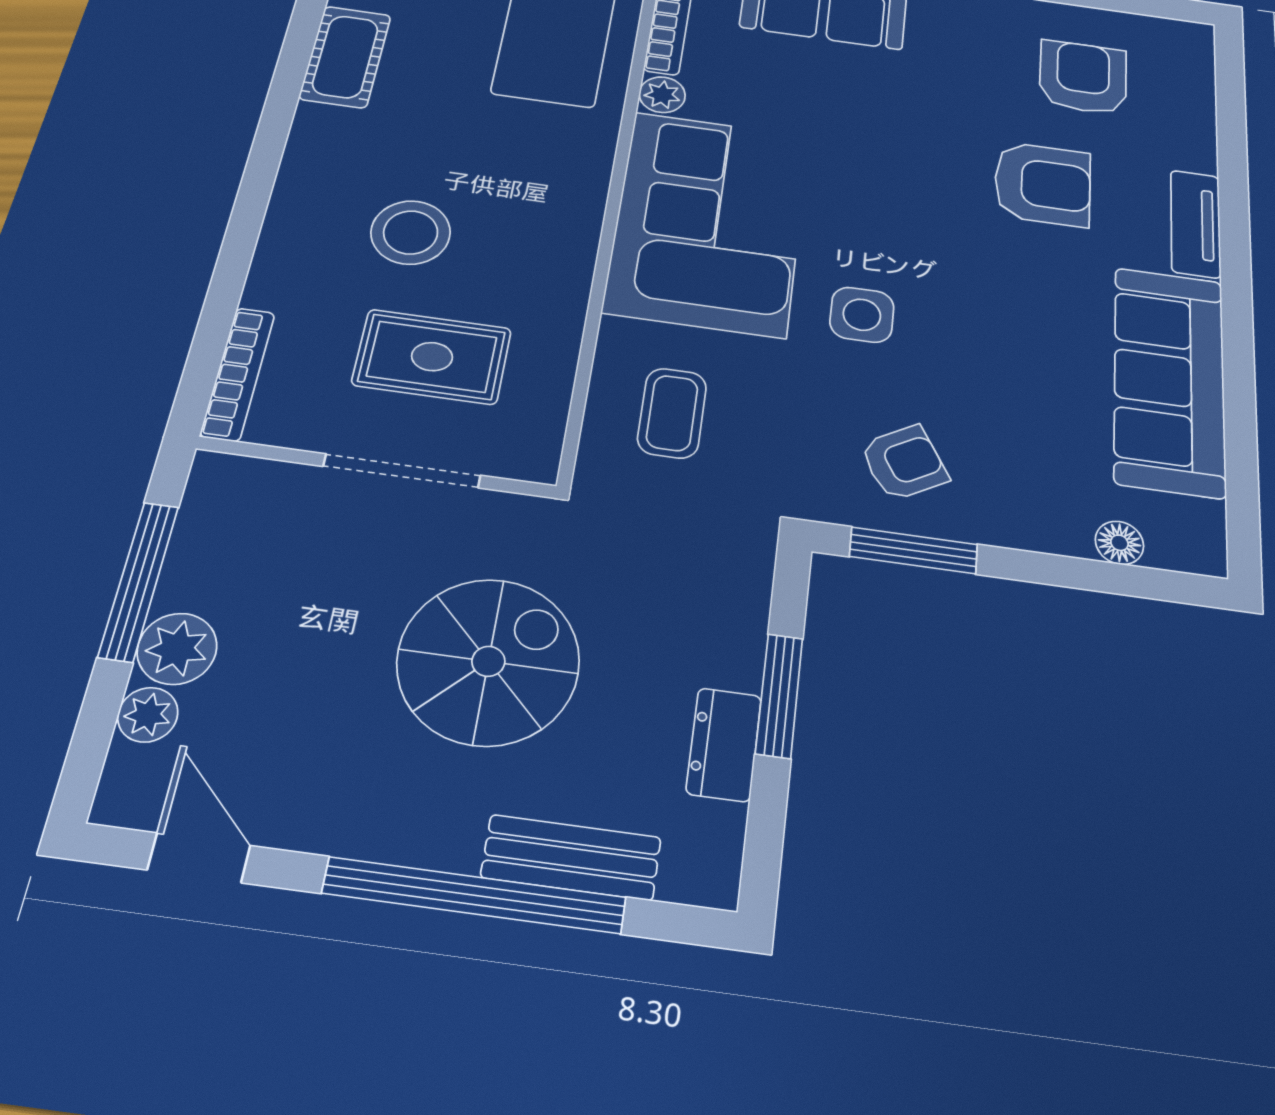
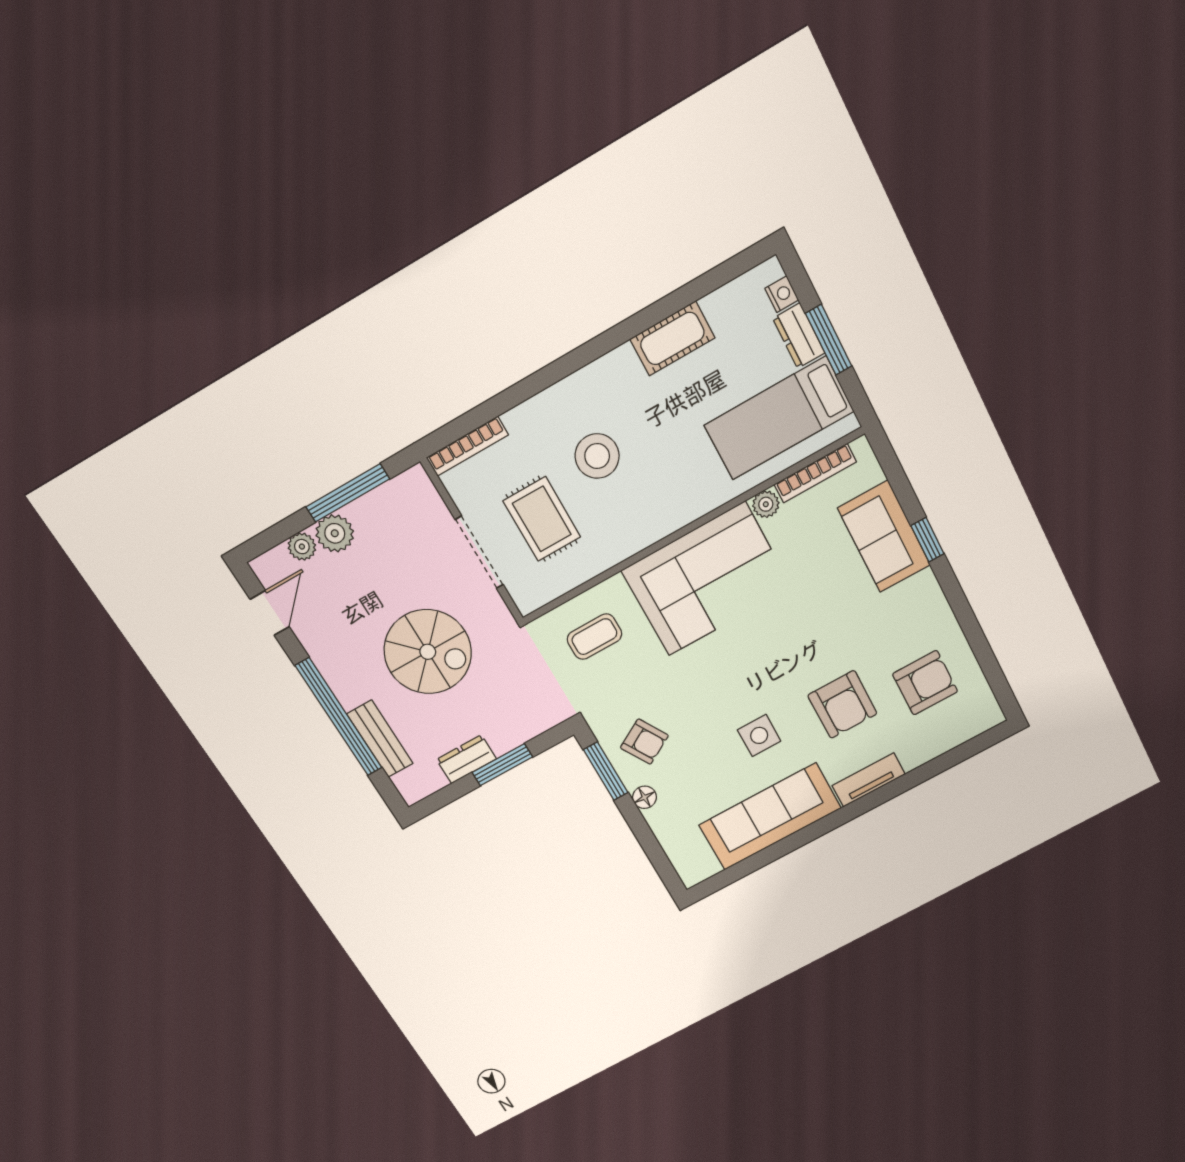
side table: (862, 315) -> (759, 735), moved
floor lamp: (1119, 543) -> (645, 797), moved

